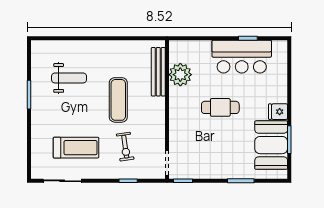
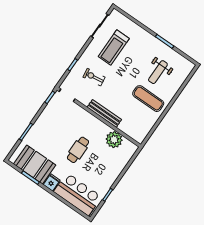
bar counter: (242, 57) -> (78, 194), moved, turned 90
bench: (158, 72) -> (104, 113), moved
exercise mat: (118, 100) -> (148, 99), moved

